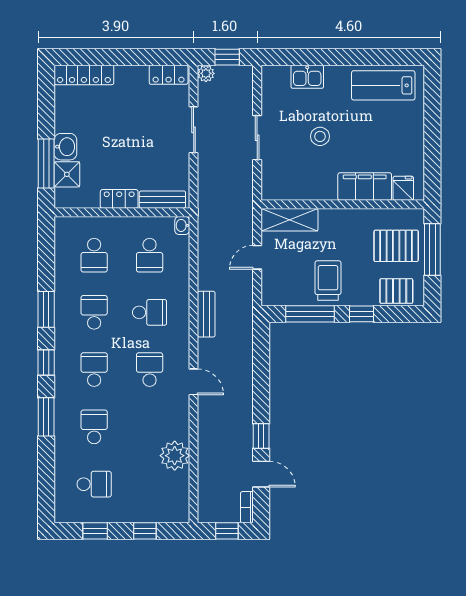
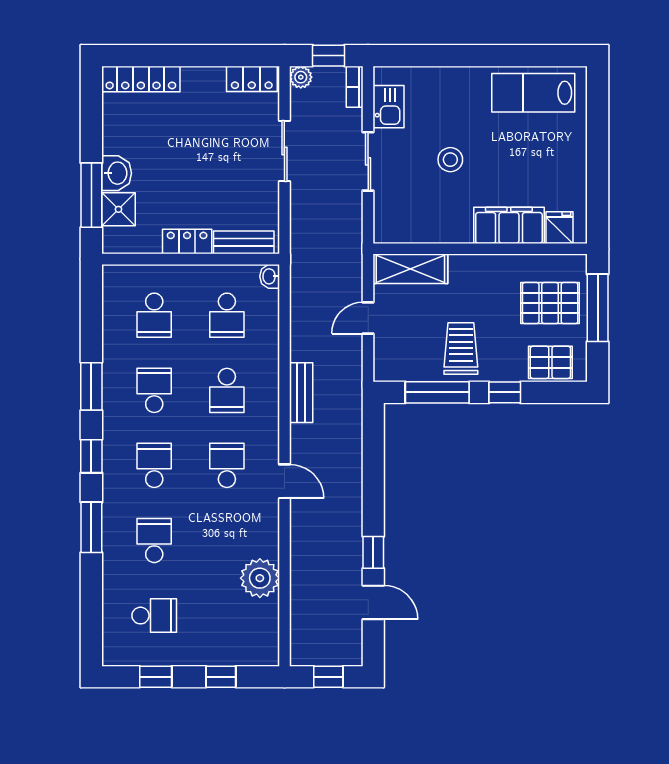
kitchen sink: (307, 77) -> (389, 107), moved, turned -90
school desk: (150, 312) -> (227, 390), turned 90
bookcase: (247, 507) -> (355, 87), moved

